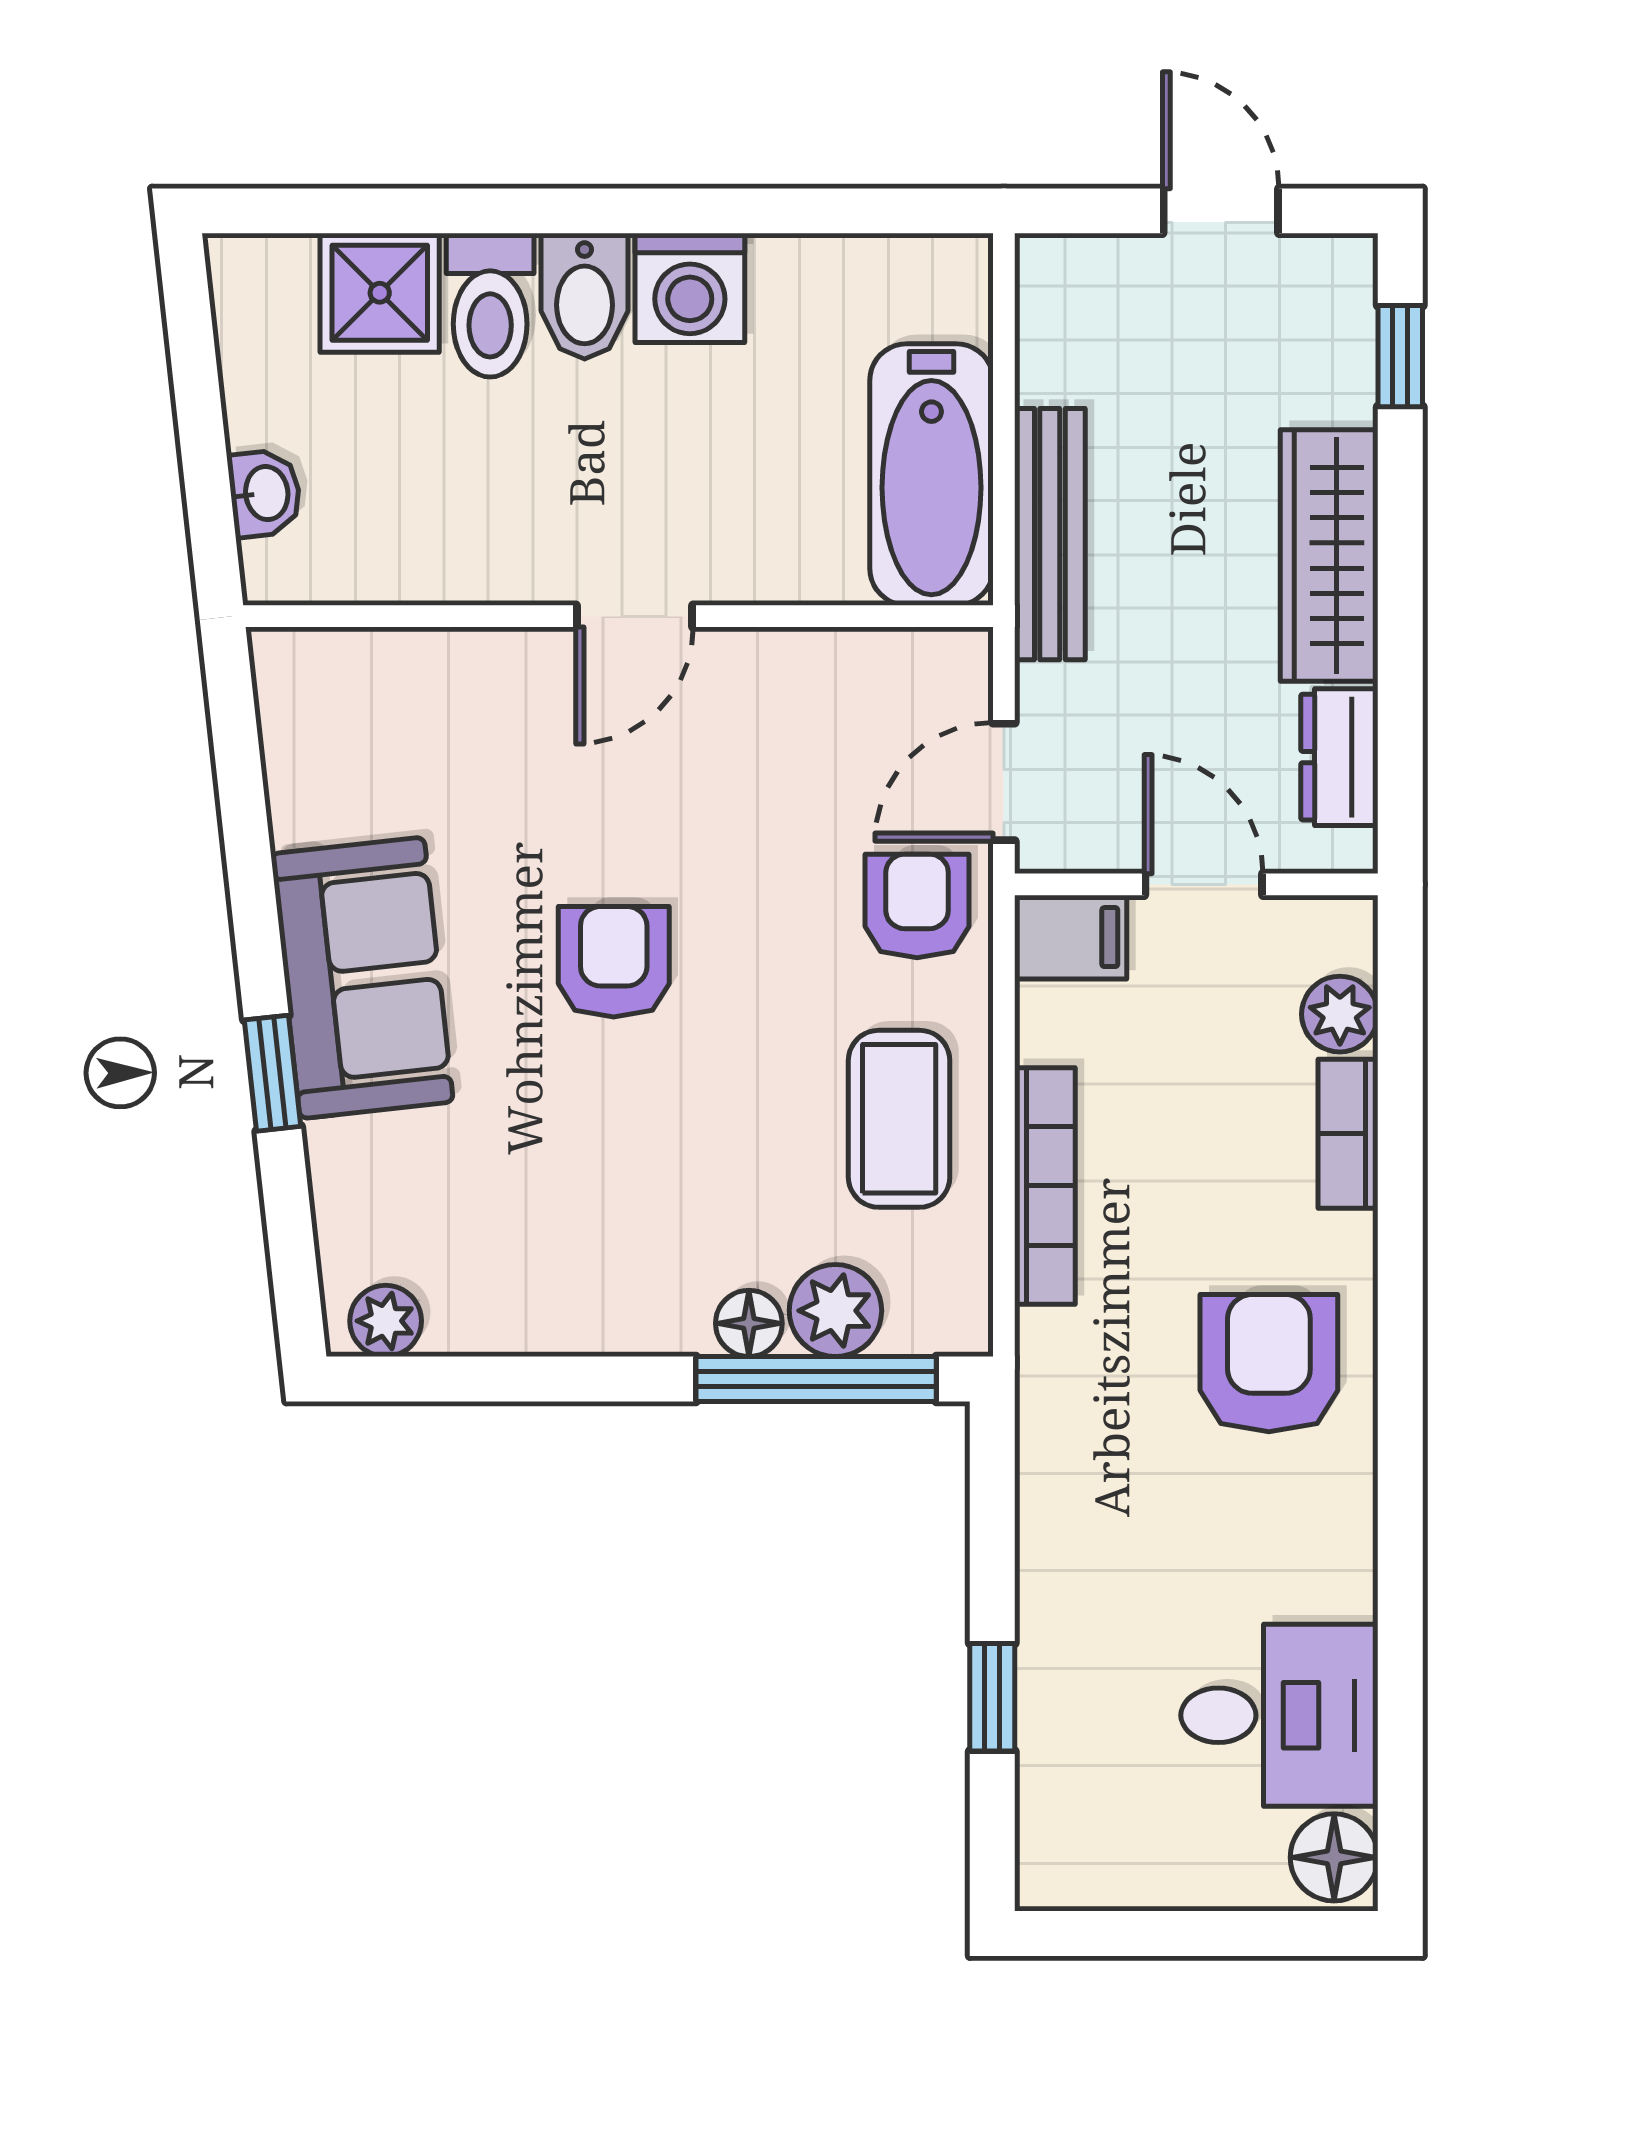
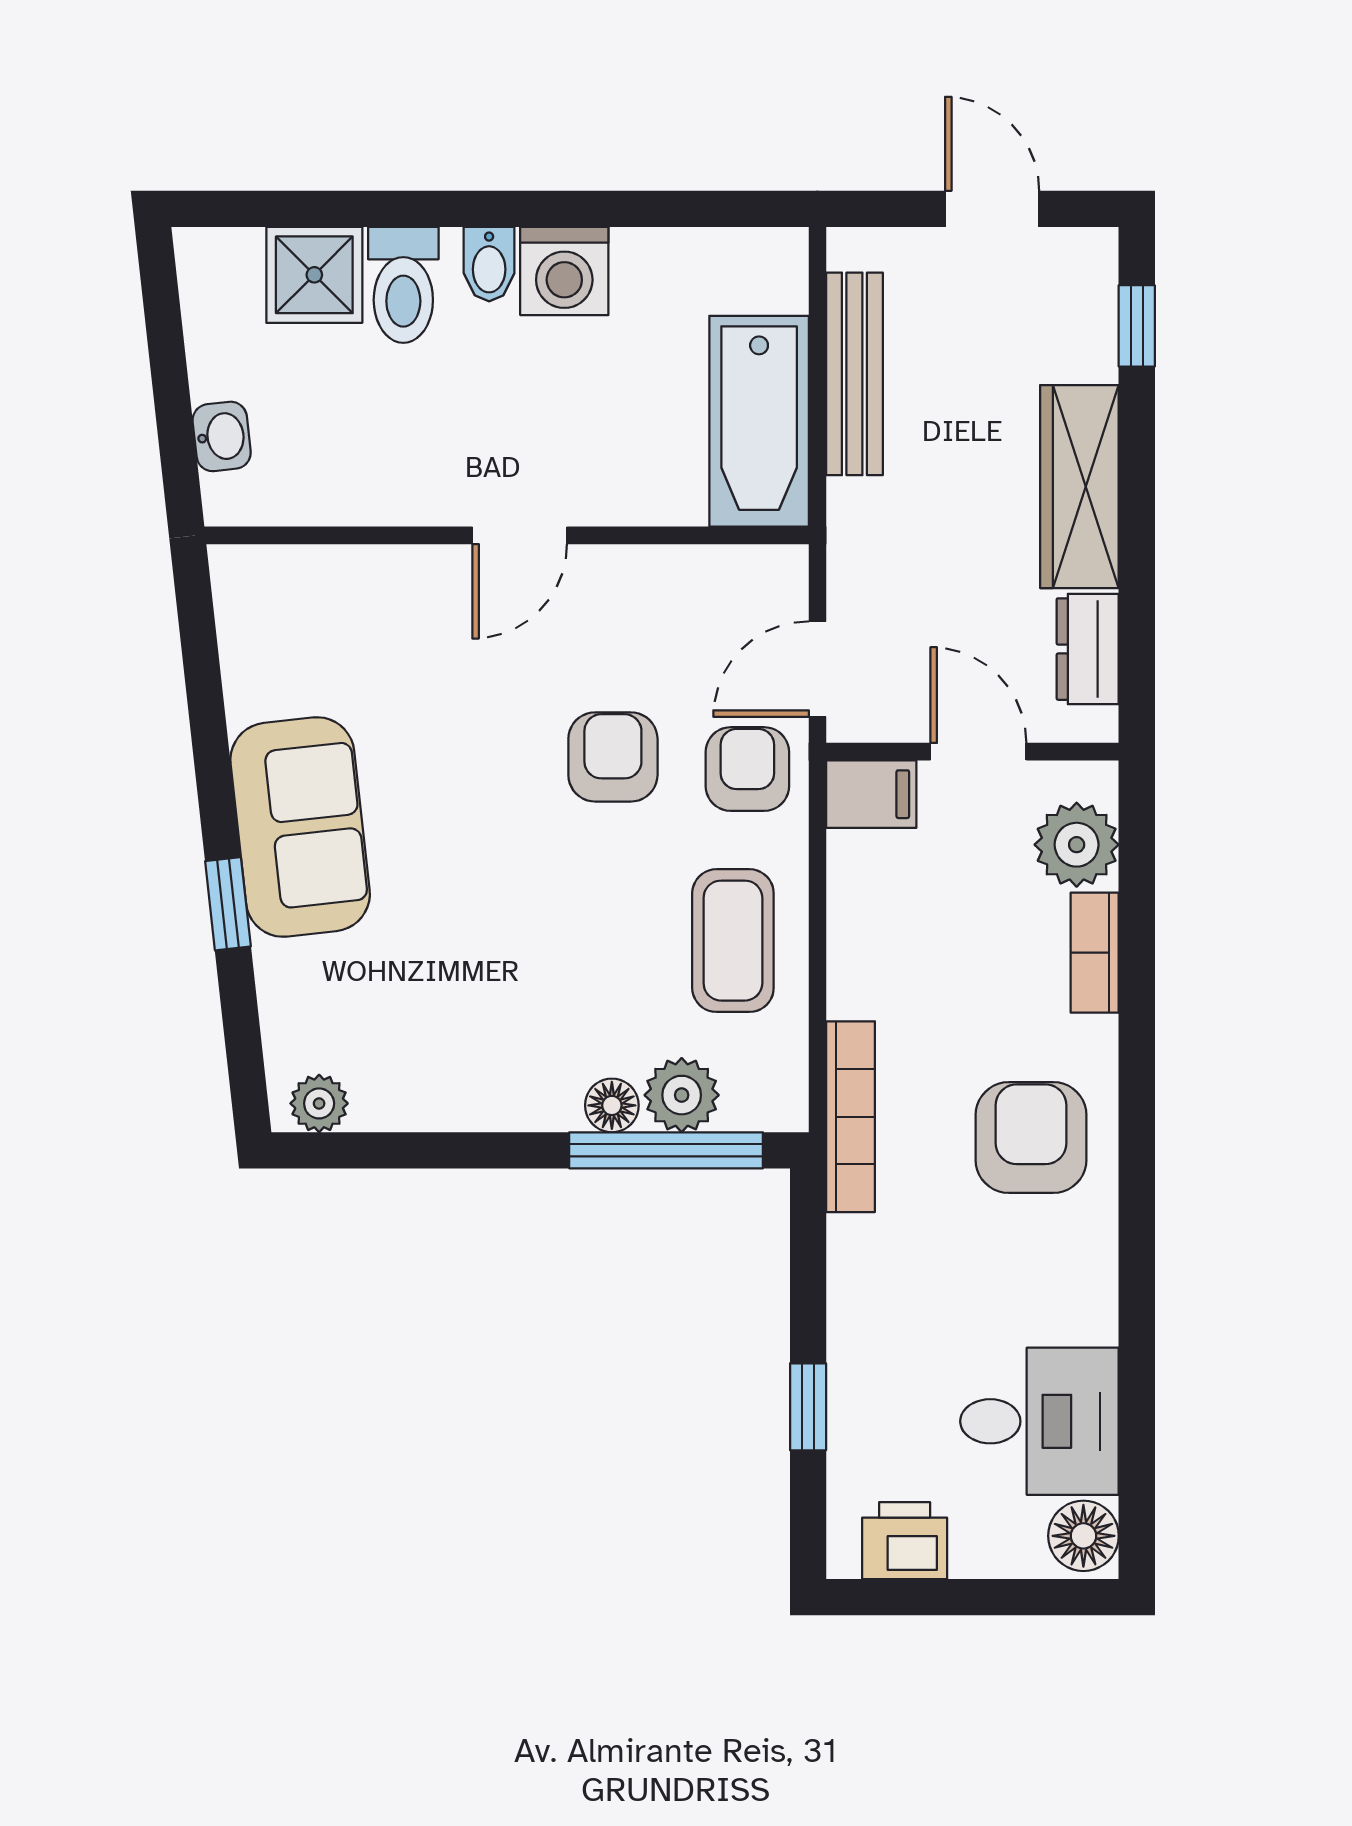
bidet: (585, 296) -> (489, 264), width x0.72, depth x0.74
bench: (1050, 534) -> (854, 374), moved
armchair: (614, 962) -> (613, 757), moved
plant: (1340, 1014) -> (1077, 845), width x1.38, depth x1.38
bookcase: (1045, 1186) -> (850, 1117), moved
printer: (1112, 1863) -> (905, 1541), added

